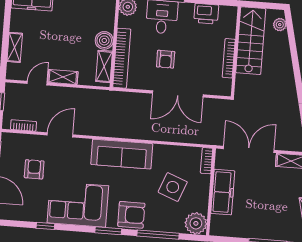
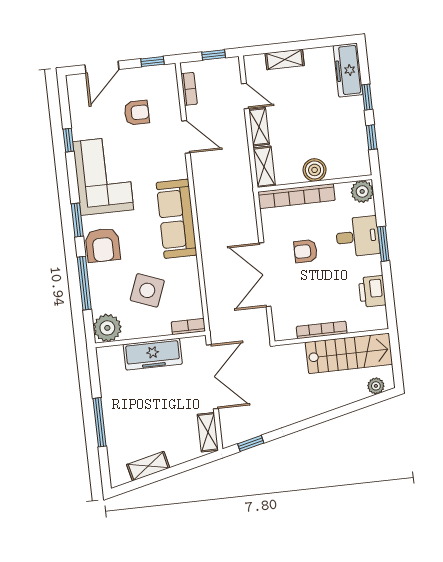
shelving: (104, 66) -> (264, 167), moved, turned 90

